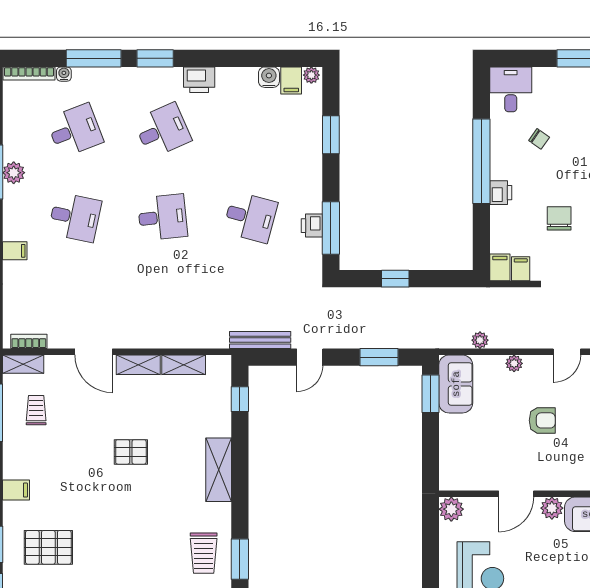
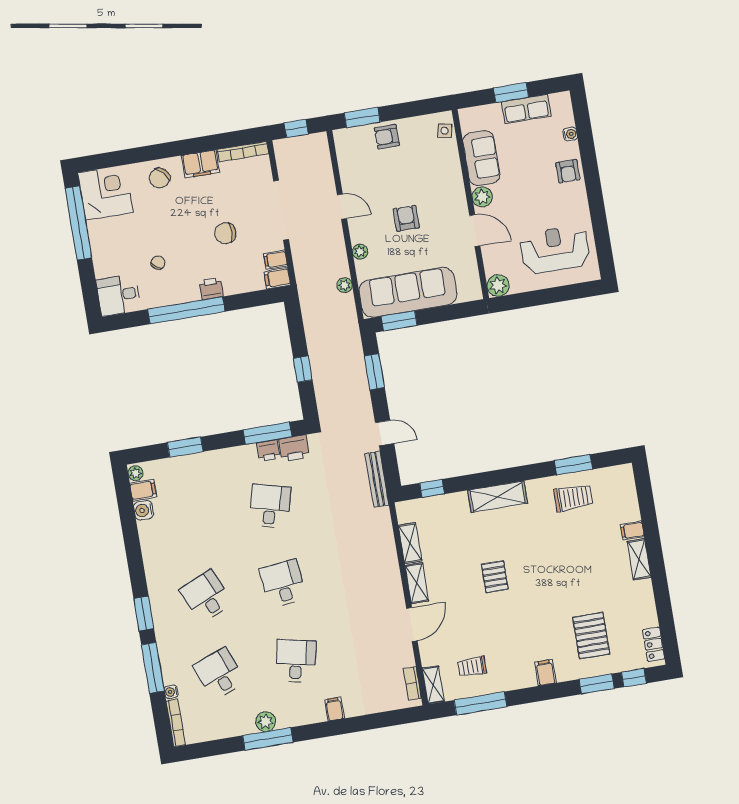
printer: (199, 80) -> (294, 448), moved, turned 90
sofa: (456, 384) -> (408, 292), width x1.85, depth x1.27

